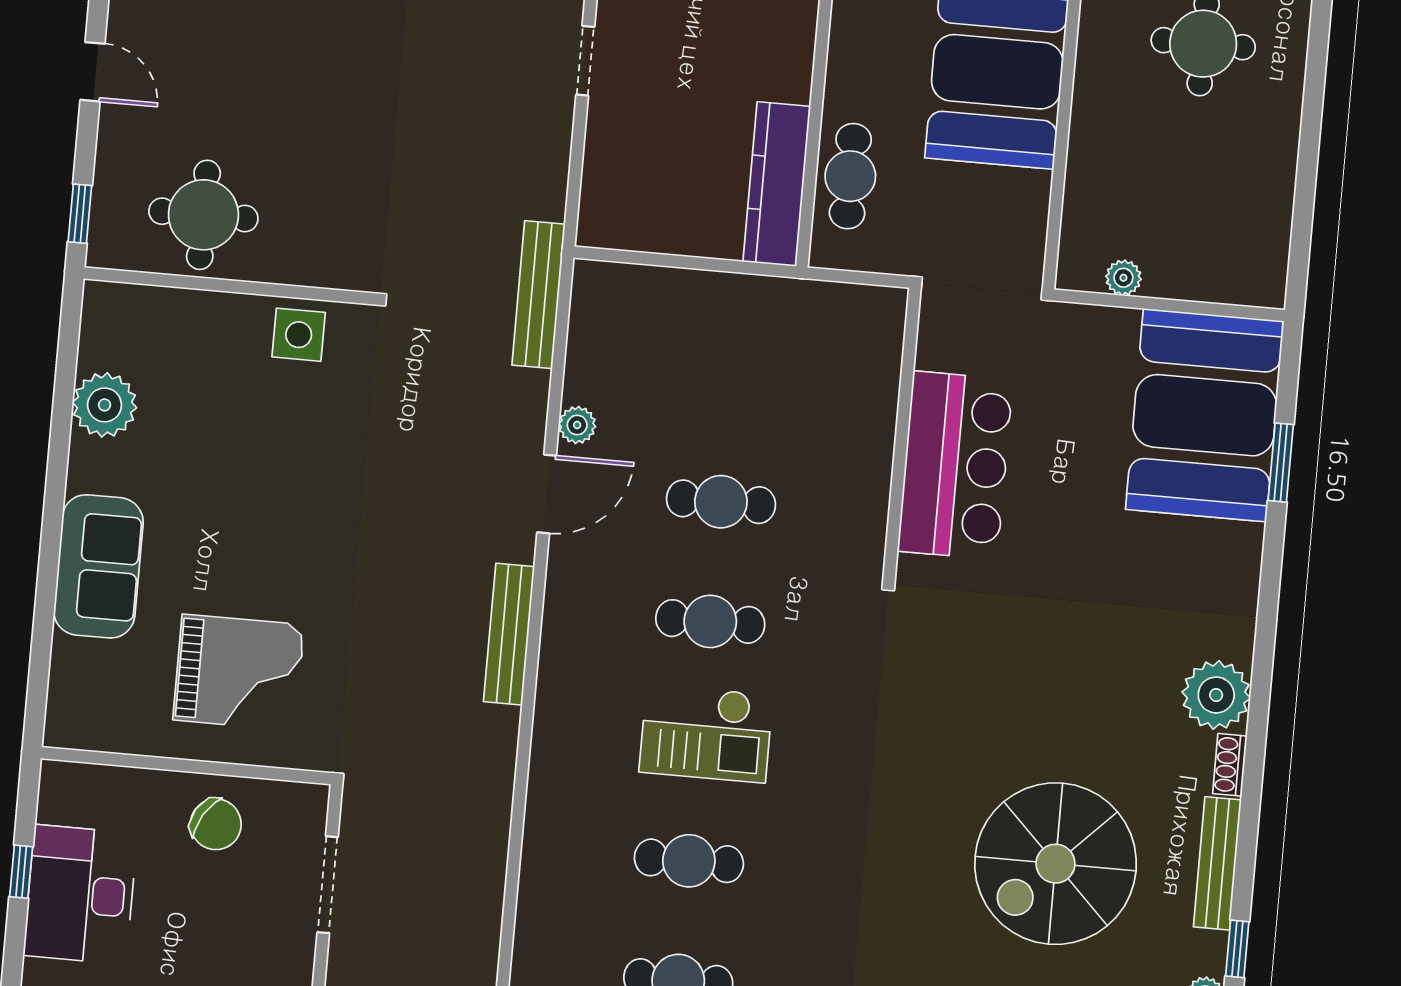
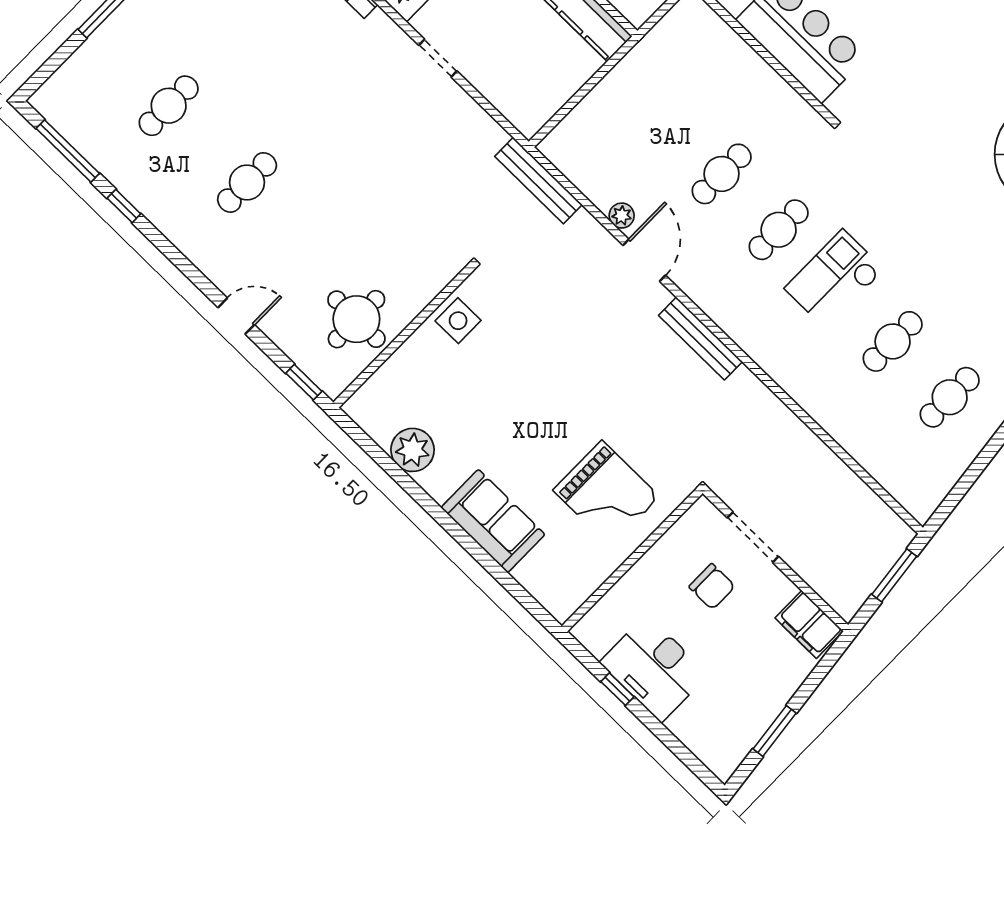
grand piano: (239, 672) -> (606, 493), turned 90
checkout: (706, 733) -> (834, 279), turned 180
chair: (216, 824) -> (712, 587), moved, turned 59

